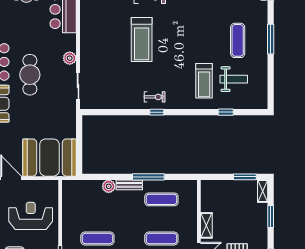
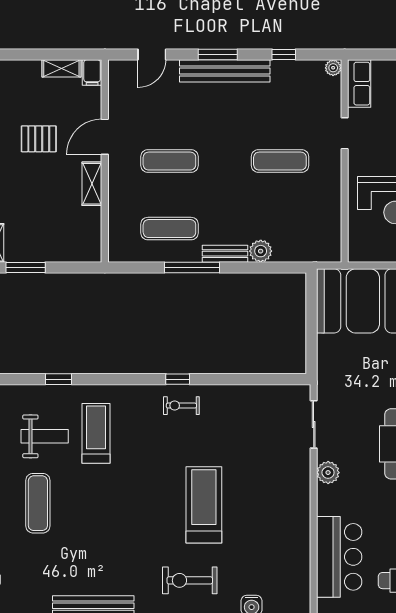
weight bench: (234, 79) -> (45, 436), turned 180

